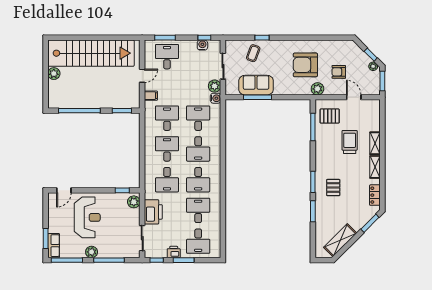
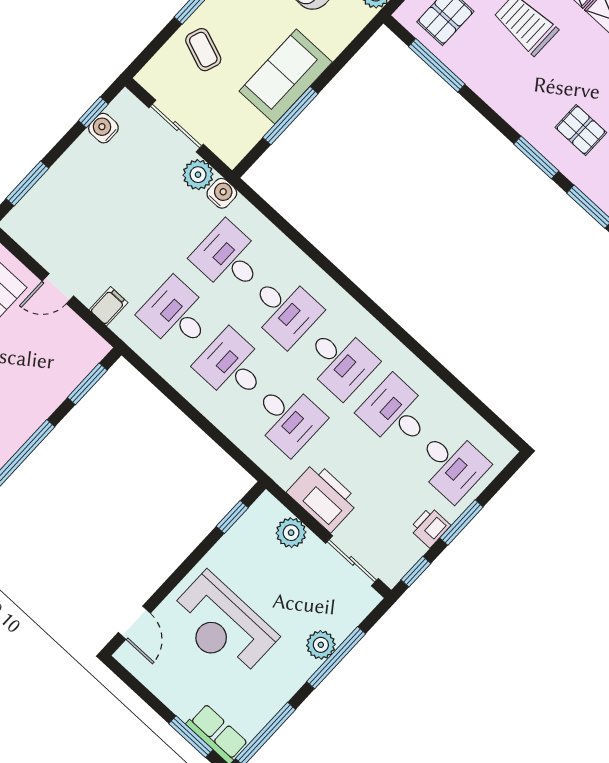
desk: (167, 57) -> (65, 212), removed
door: (142, 76) -> (58, 289), swing flipped
sofa: (256, 85) -> (286, 77), moved
plant: (134, 202) -> (291, 533), moved
reception desk: (87, 217) -> (222, 626), turned 180
plant: (92, 252) -> (321, 645), moved

